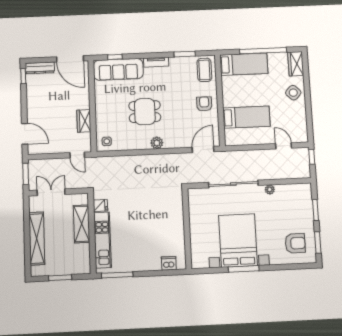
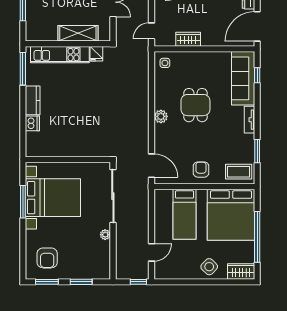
bed: (244, 64) -> (231, 215), width x2.04
armchair: (204, 104) -> (201, 170), turned -90
wall: (187, 229) -> (68, 160), moved
kitchen counter: (147, 264) -> (33, 100), added

